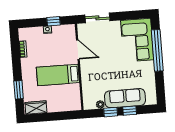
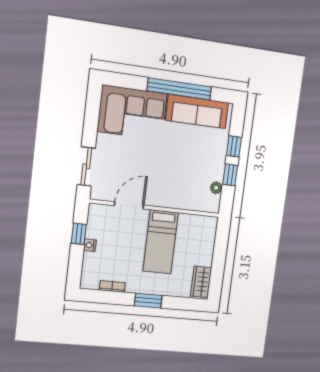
window: (157, 50) -> (179, 89), moved
window: (19, 90) -> (148, 301), moved
sofa: (125, 98) -> (197, 111), moved, turned -90

